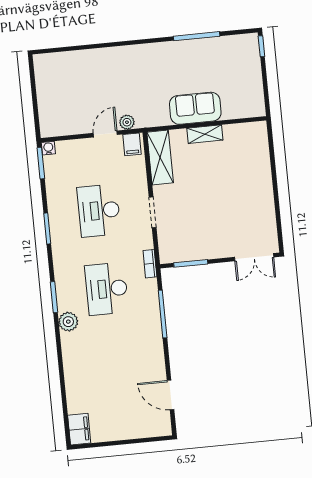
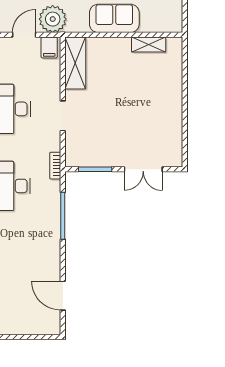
plant: (127, 122) -> (53, 19), width x1.87, depth x1.87
shelving: (205, 134) -> (149, 45), moved
double door: (254, 257) -> (143, 169), moved

